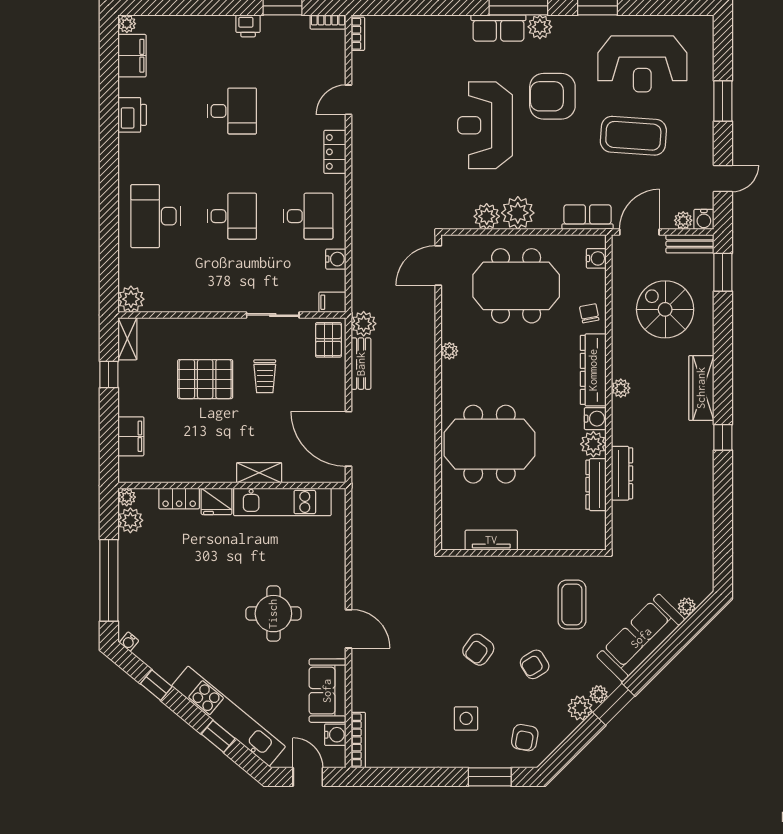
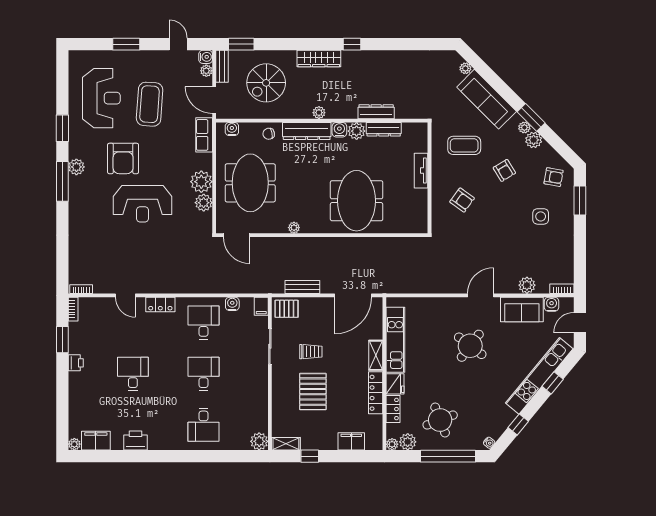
row of seats: (498, 28) -> (77, 195), removed
desk: (155, 216) -> (203, 425), width x0.73
plant: (364, 324) -> (527, 285), moved
locker: (203, 472) -> (376, 393), added
tv unit: (491, 540) -> (421, 171), moved
round table: (163, 569) -> (440, 420), added
round table: (273, 614) -> (470, 346), turned 37
armchair: (478, 650) -> (462, 200), moved
bookcase: (358, 740) -> (562, 289), width x0.64

